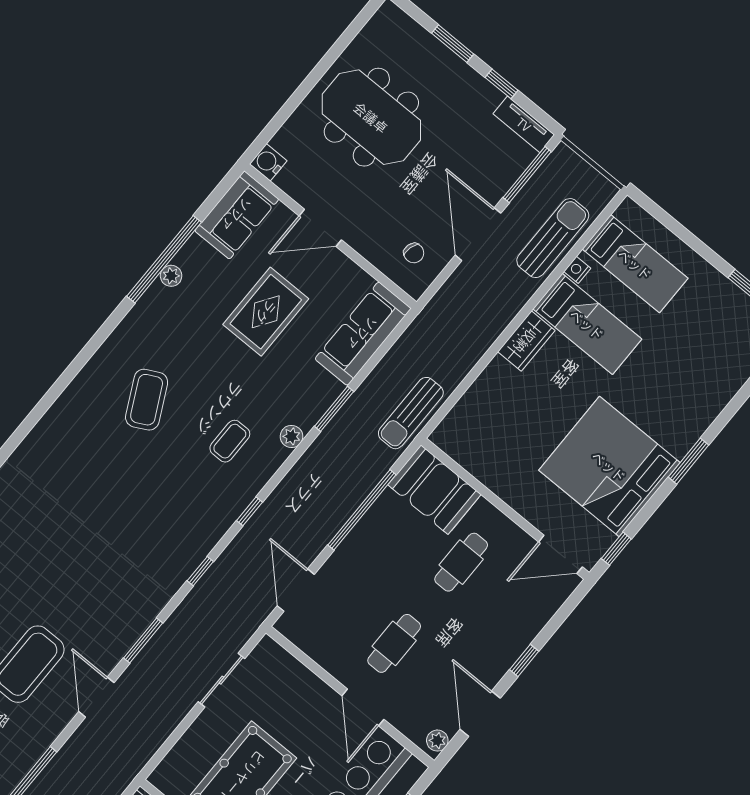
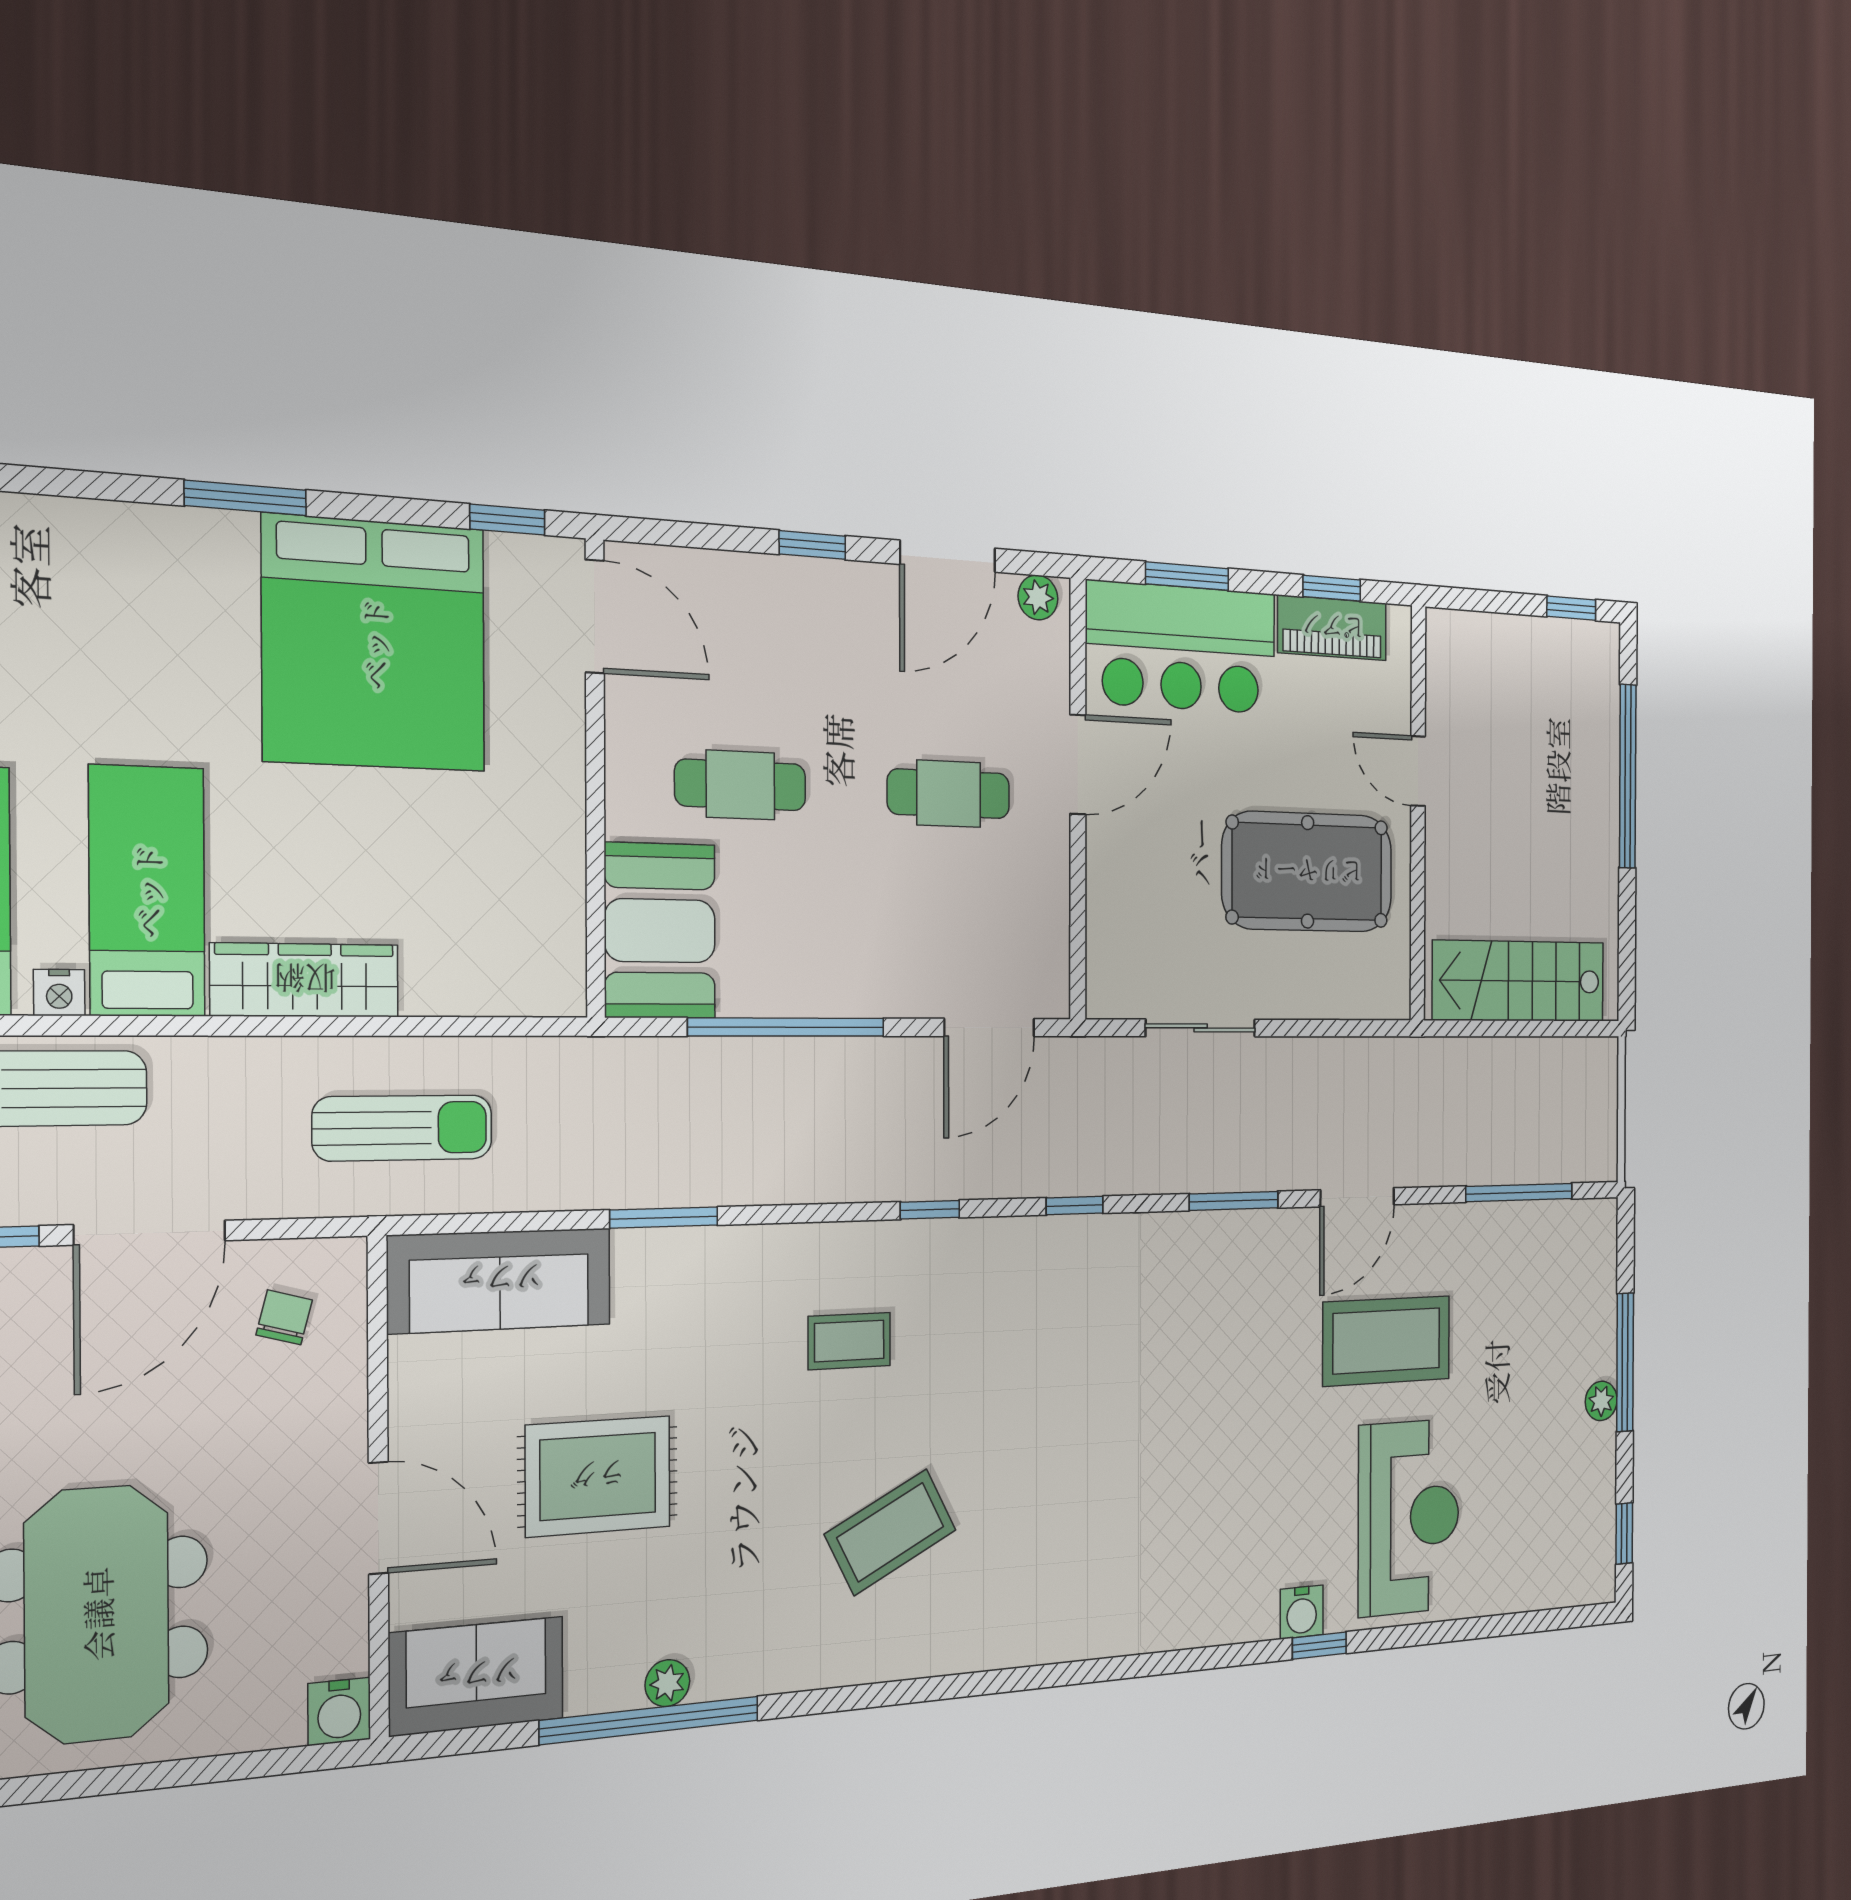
wardrobe: (526, 341) -> (305, 980), width x1.50
sun lounger: (411, 413) -> (403, 1128), moved
plant: (292, 436) -> (764, 1248), removed

